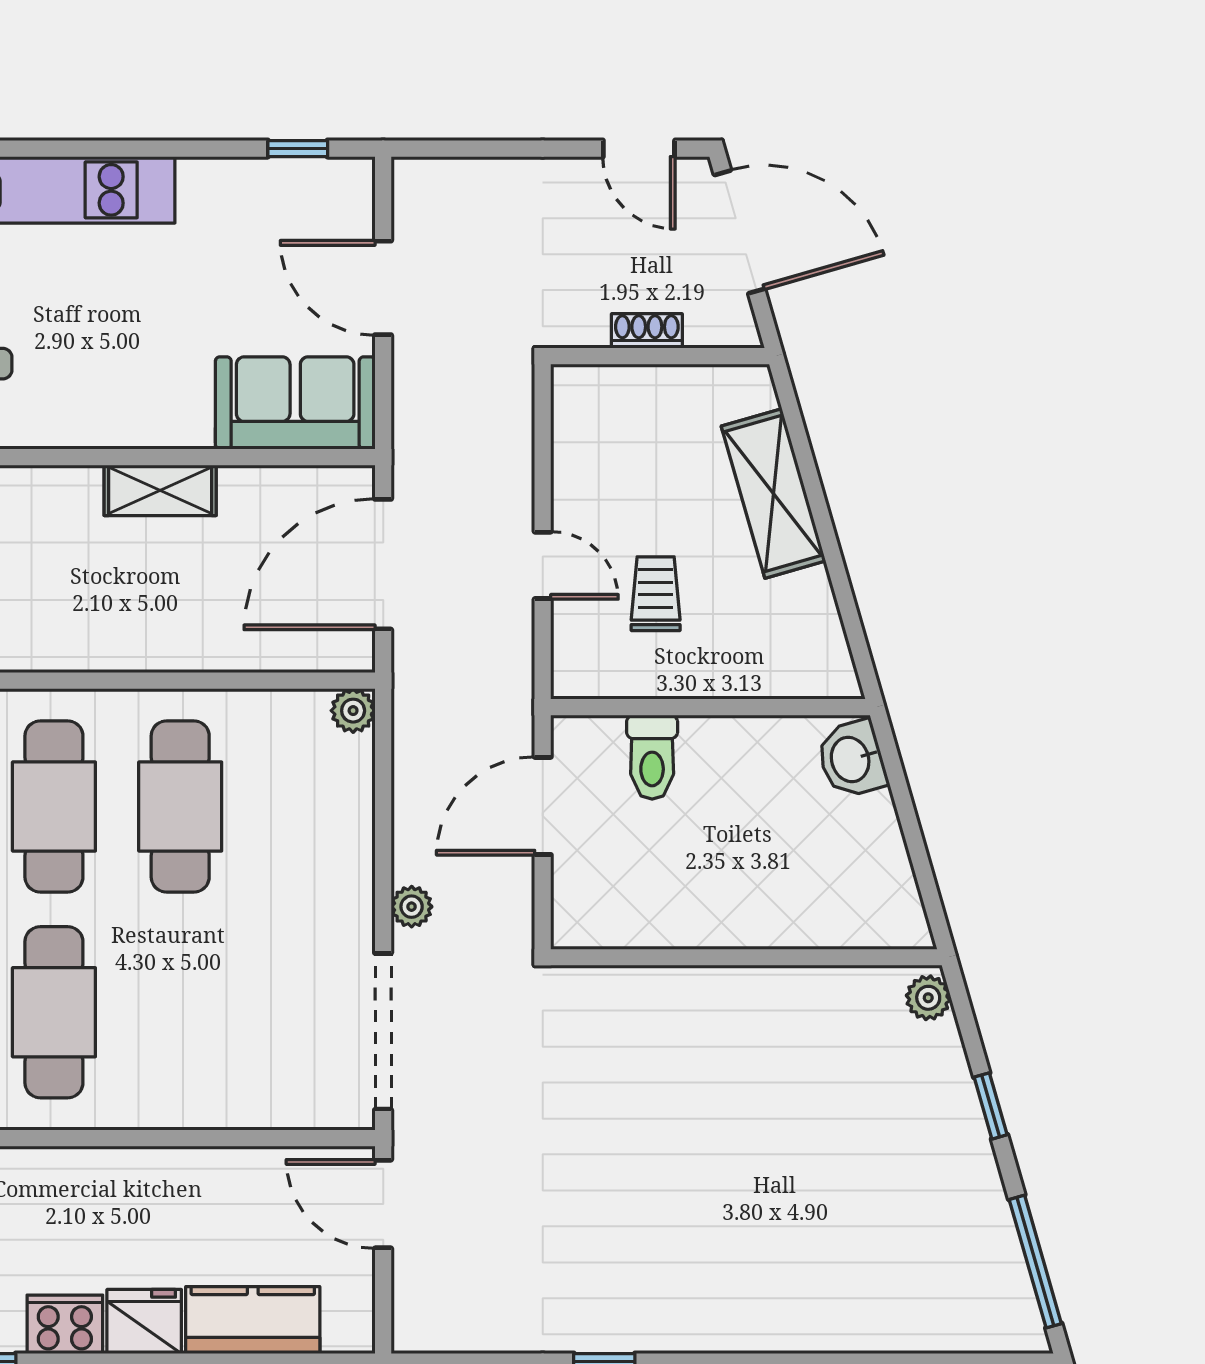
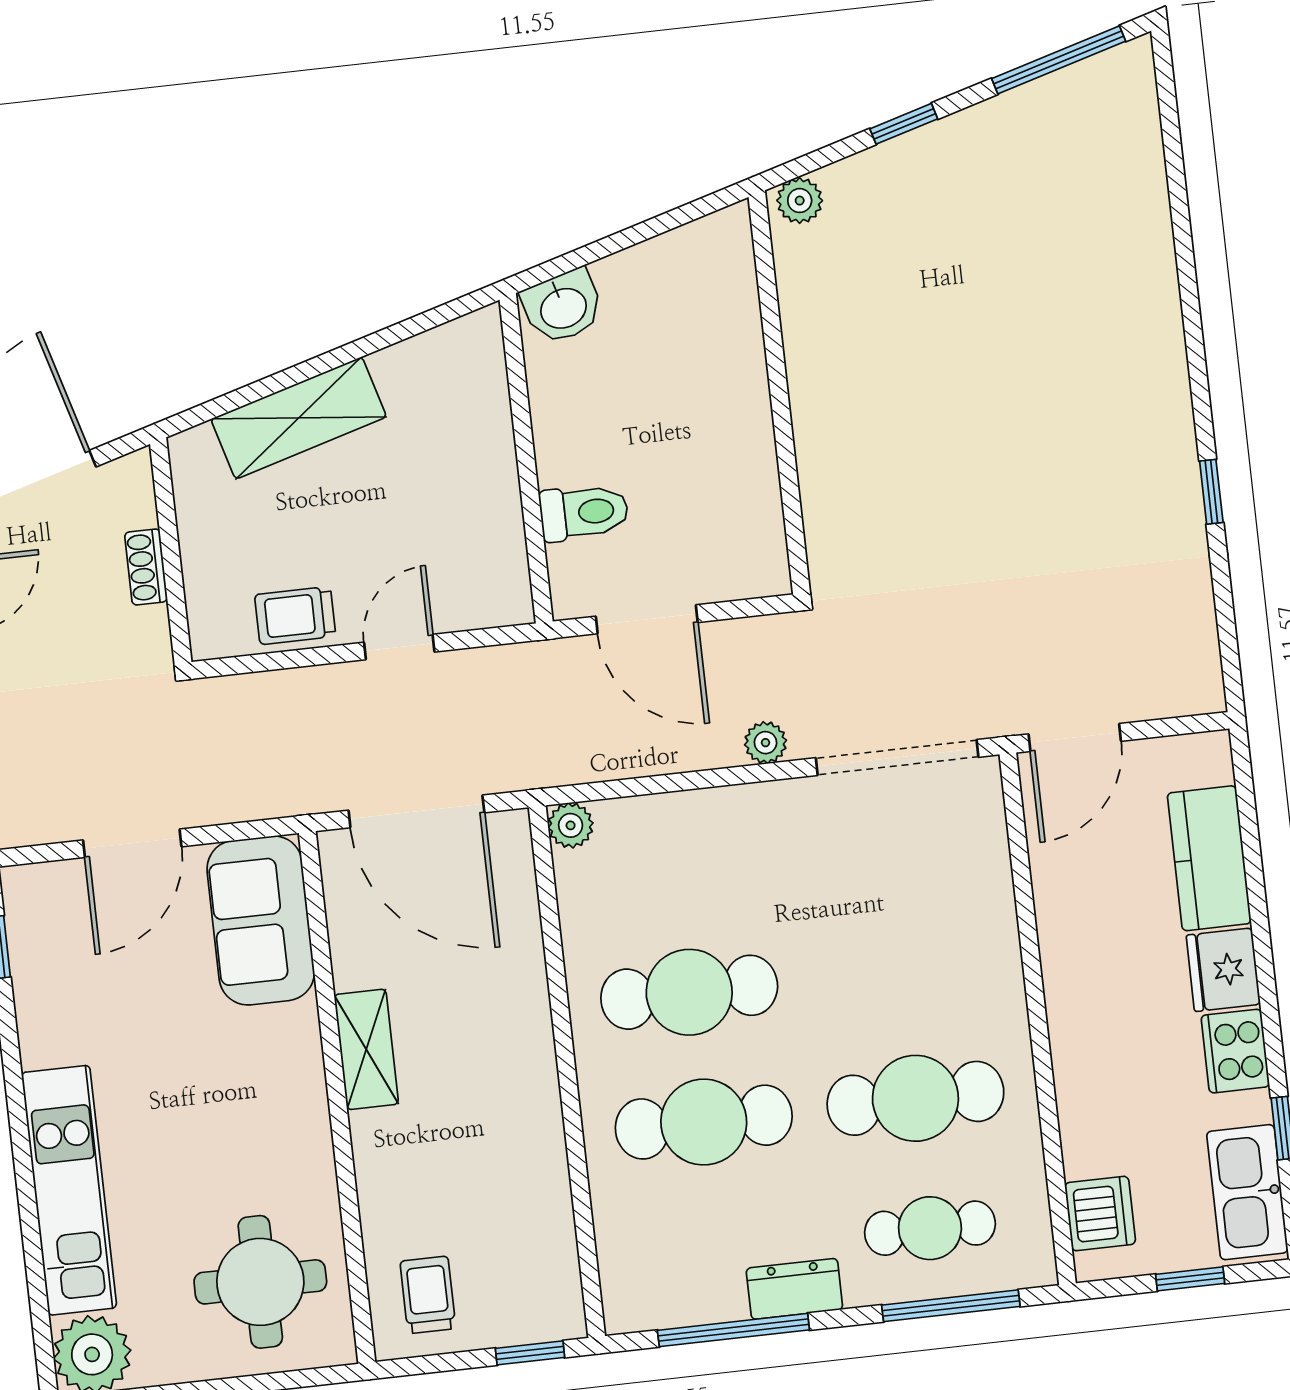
trolley: (656, 594) -> (295, 615), moved

